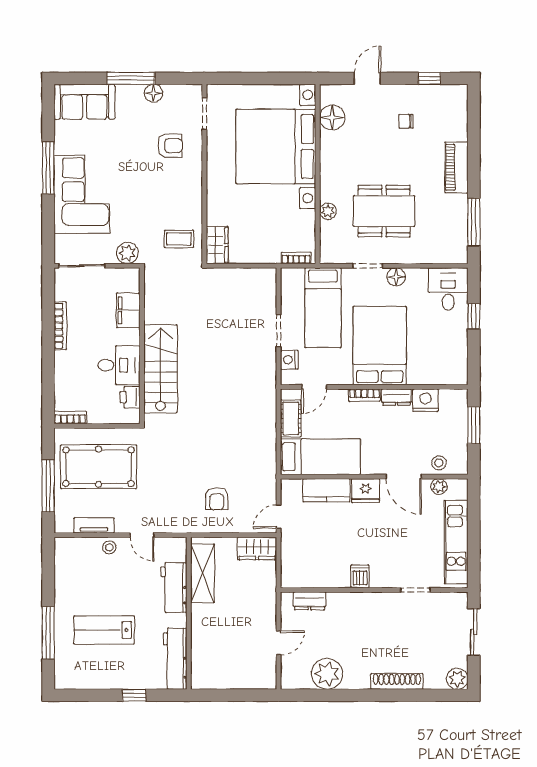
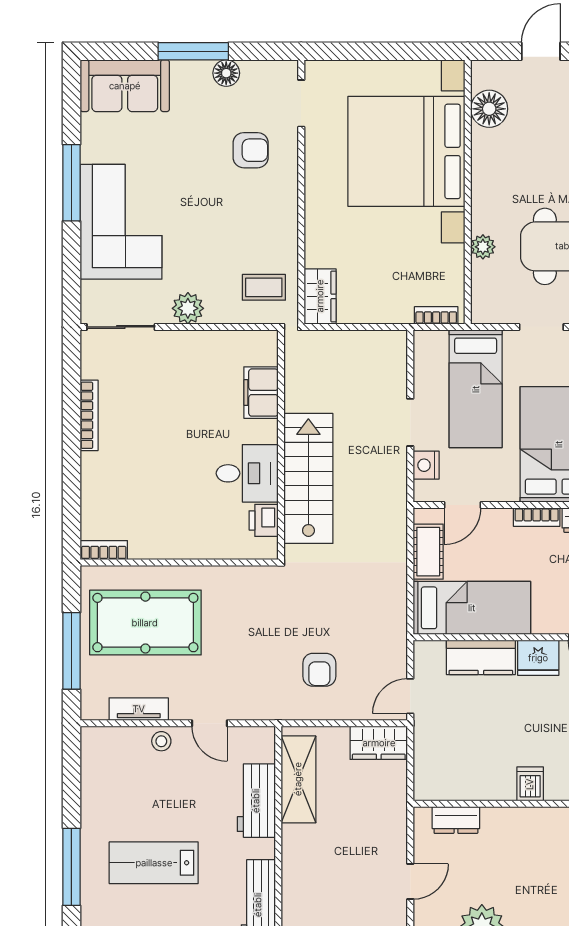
filing cabinet: (128, 310) -> (261, 393), moved
wall: (142, 346) -> (281, 445), moved
desk: (119, 365) -> (247, 473), moved
stairs: (160, 369) -> (308, 478), moved
printer: (130, 397) -> (264, 520), moved

